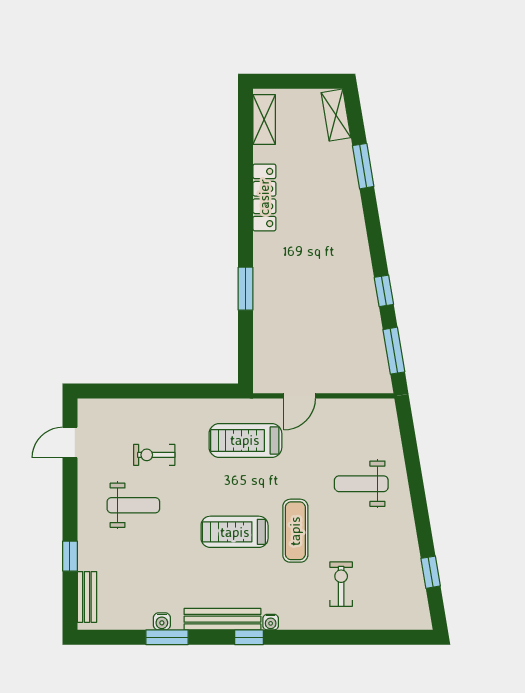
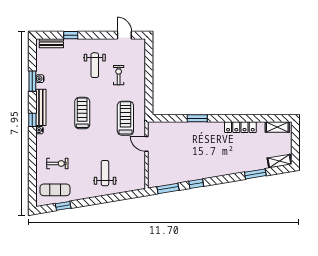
exercise mat: (295, 531) -> (55, 190), moved

